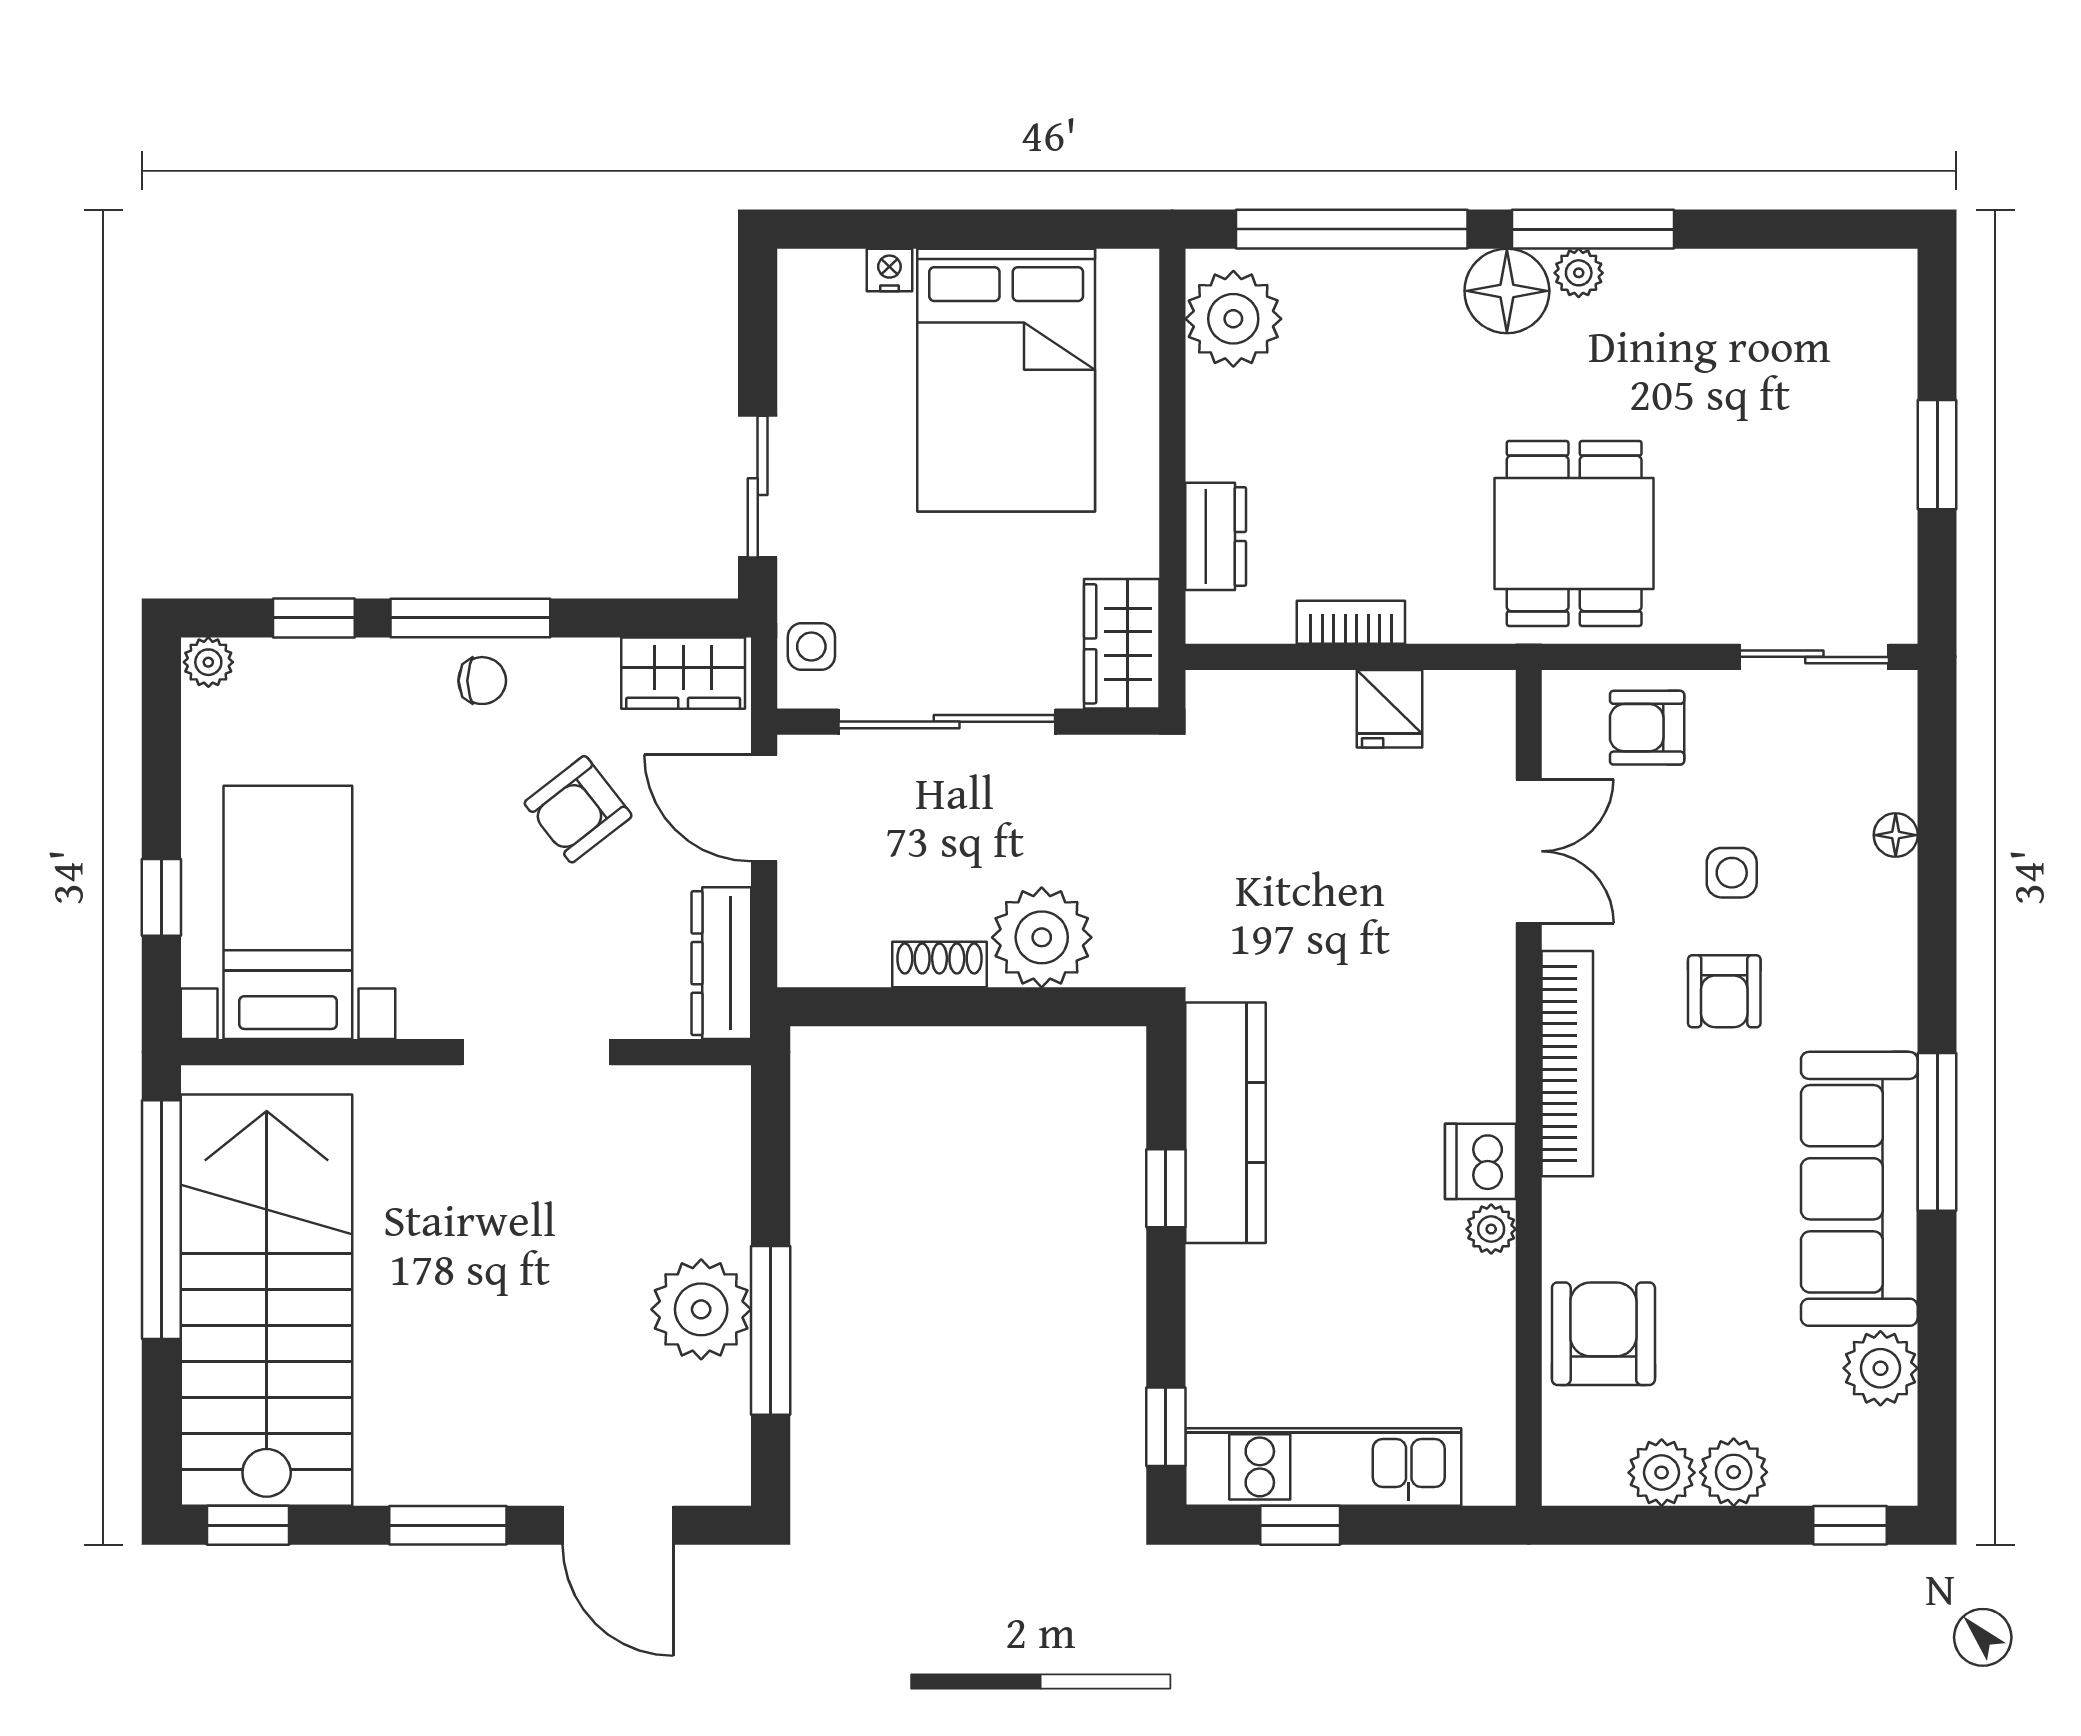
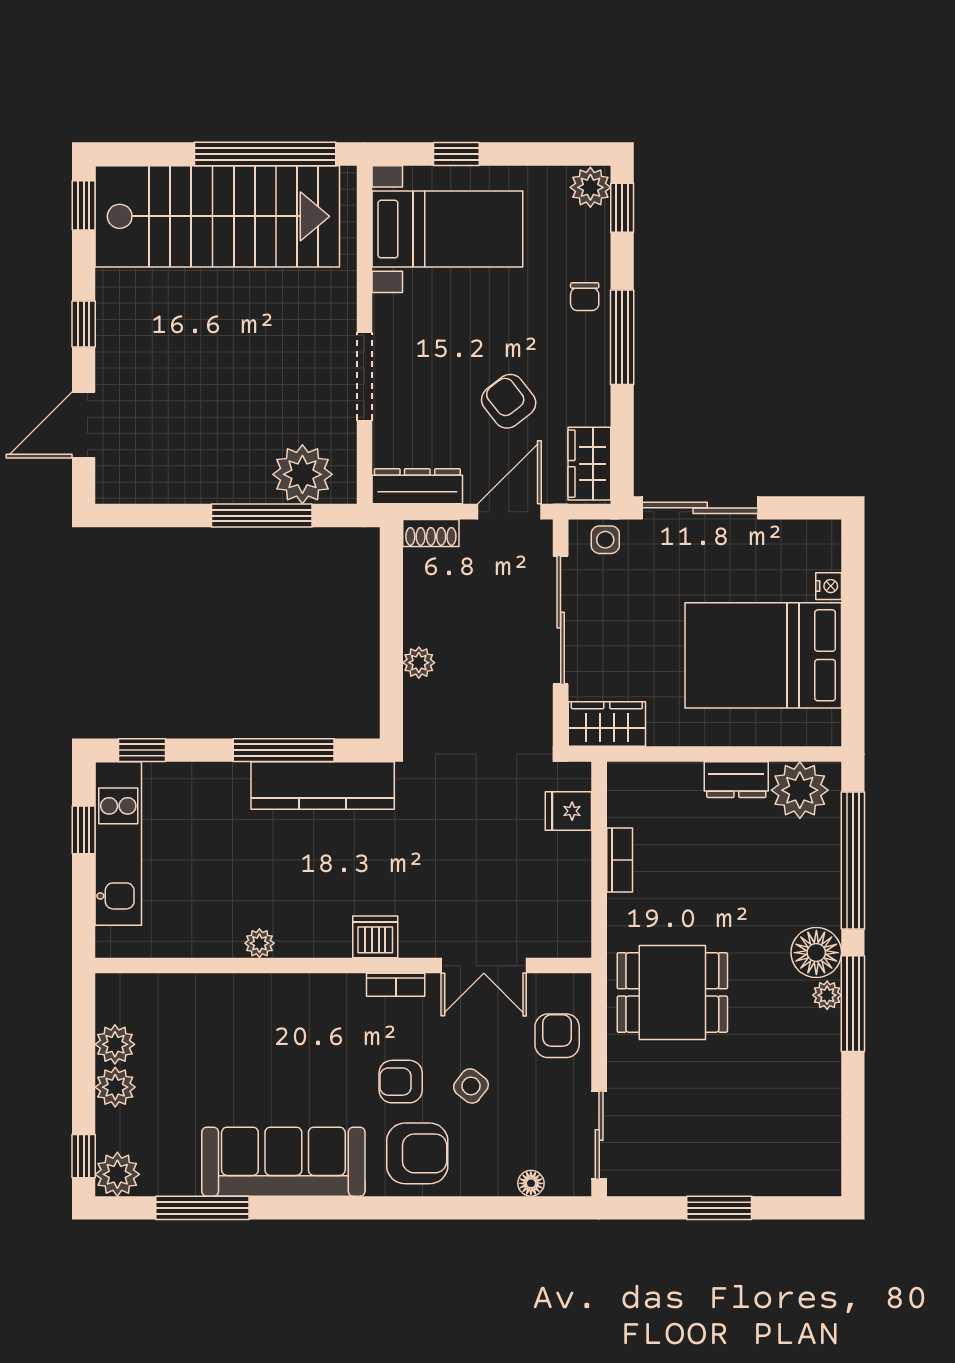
sliding door: (758, 487) -> (700, 508), width x1.37
dresser: (1216, 536) -> (736, 780), moved
window: (314, 618) -> (622, 208), moved
plant: (208, 662) -> (590, 187), width x1.38, depth x1.38
chair: (482, 681) -> (585, 297), moved
fridge: (1390, 709) -> (568, 811), moved
floor lamp: (1896, 835) -> (531, 1183), moved
side table: (1732, 873) -> (471, 1086), turned 38
plant: (1042, 937) -> (419, 663), width x0.53, depth x0.53
shoe rack: (939, 964) -> (431, 533), moved, turned 90
bookcase: (1567, 1064) -> (396, 985), width x0.43, depth x0.76
window: (1937, 1132) -> (202, 1208), moved
dishwasher: (1480, 1161) -> (375, 937), moved
window: (1166, 1188) -> (284, 750), width x2.17
plant: (701, 1309) -> (302, 474), moved
window: (771, 1330) -> (262, 516), moved
armchair: (1603, 1334) -> (417, 1153), moved
plant: (1880, 1368) -> (117, 1174), moved
window: (448, 1525) -> (84, 324), width x0.67

